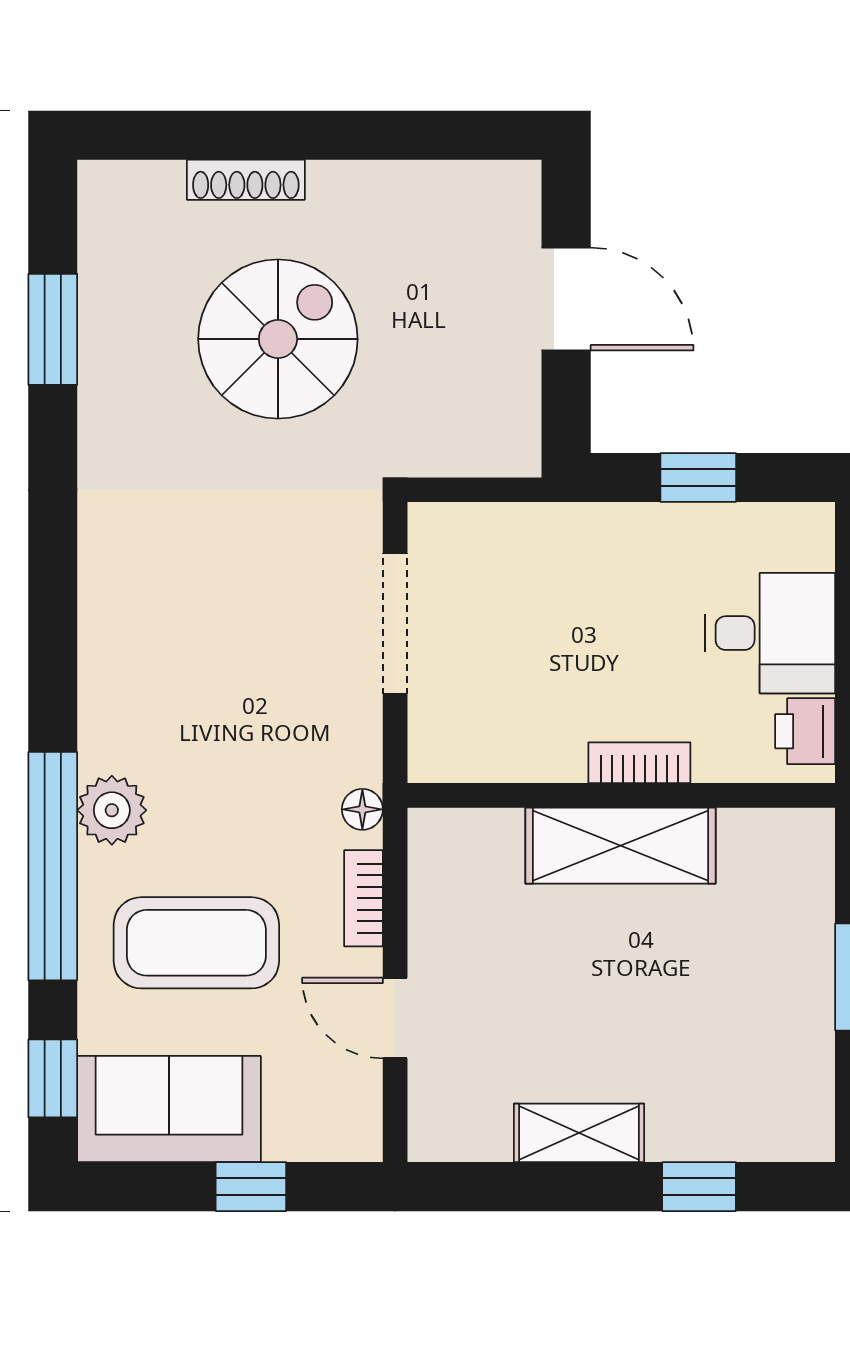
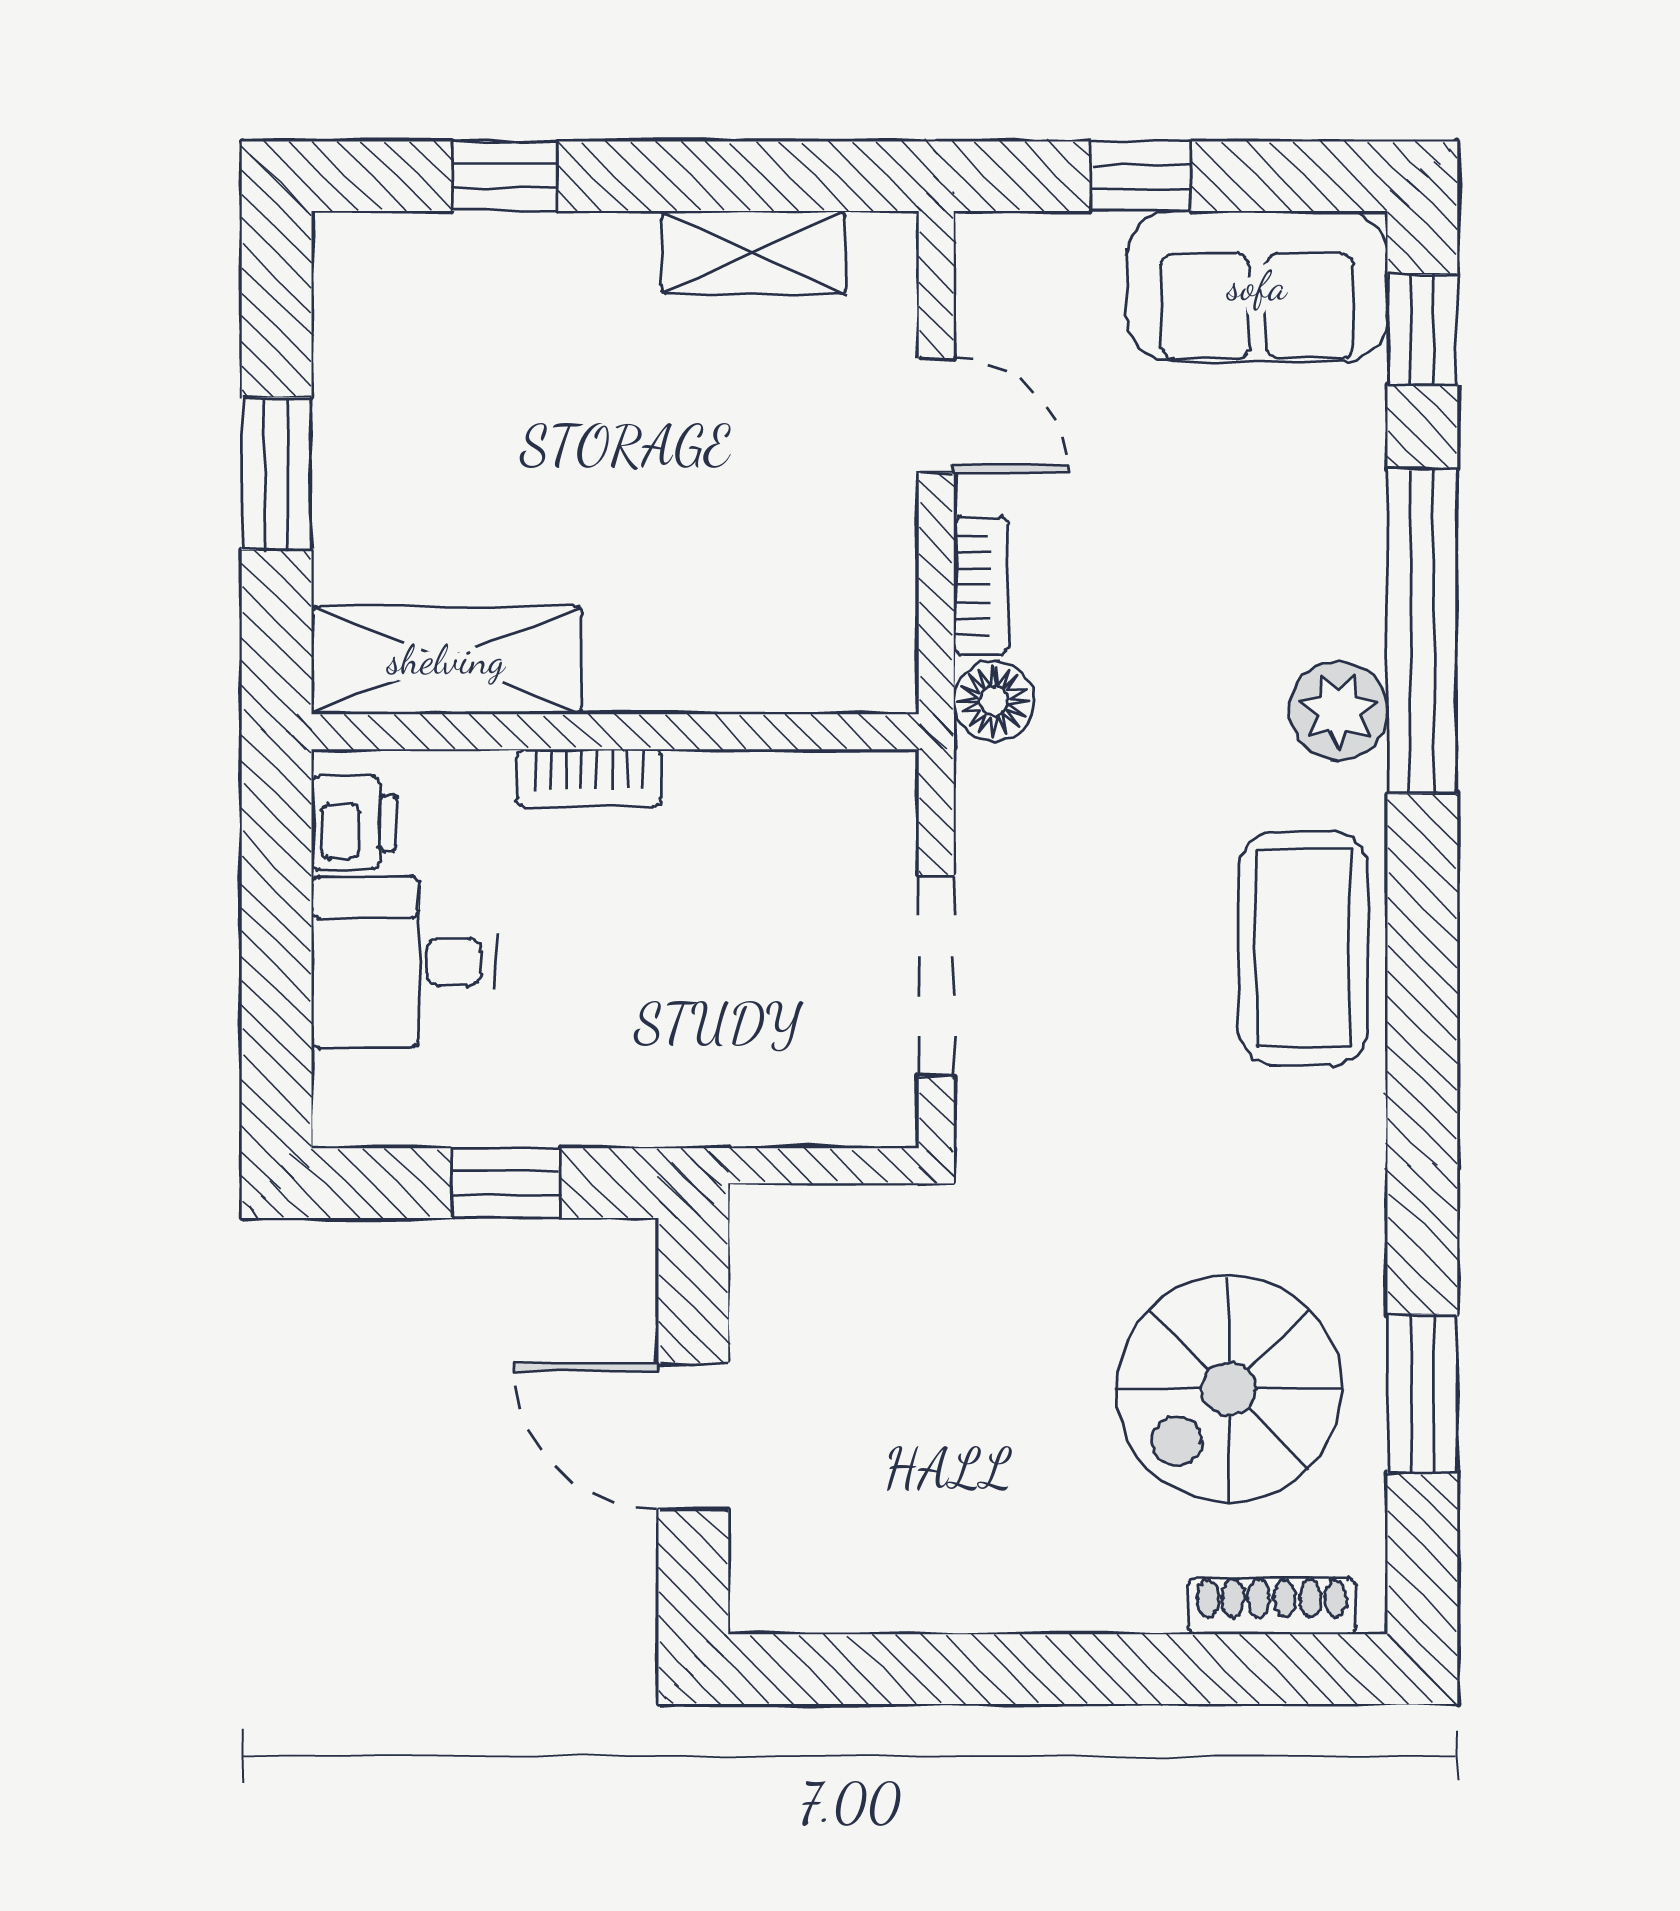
shoe rack: (246, 180) -> (1272, 1606), moved
spiral stairs: (278, 339) -> (1229, 1389), moved
floor lamp: (362, 809) -> (994, 701), width x1.37, depth x1.37
shelving: (621, 846) -> (446, 660), moved
coffee table: (196, 943) -> (1303, 948), moved, turned 90
shelving: (579, 1133) -> (754, 253), moved

